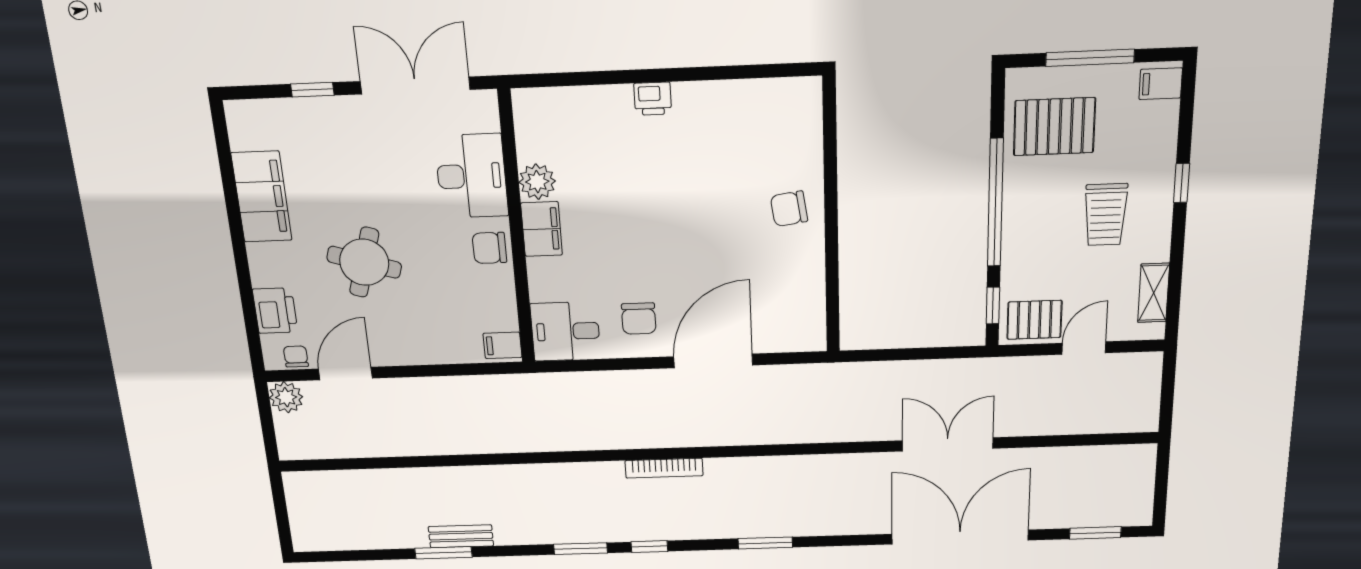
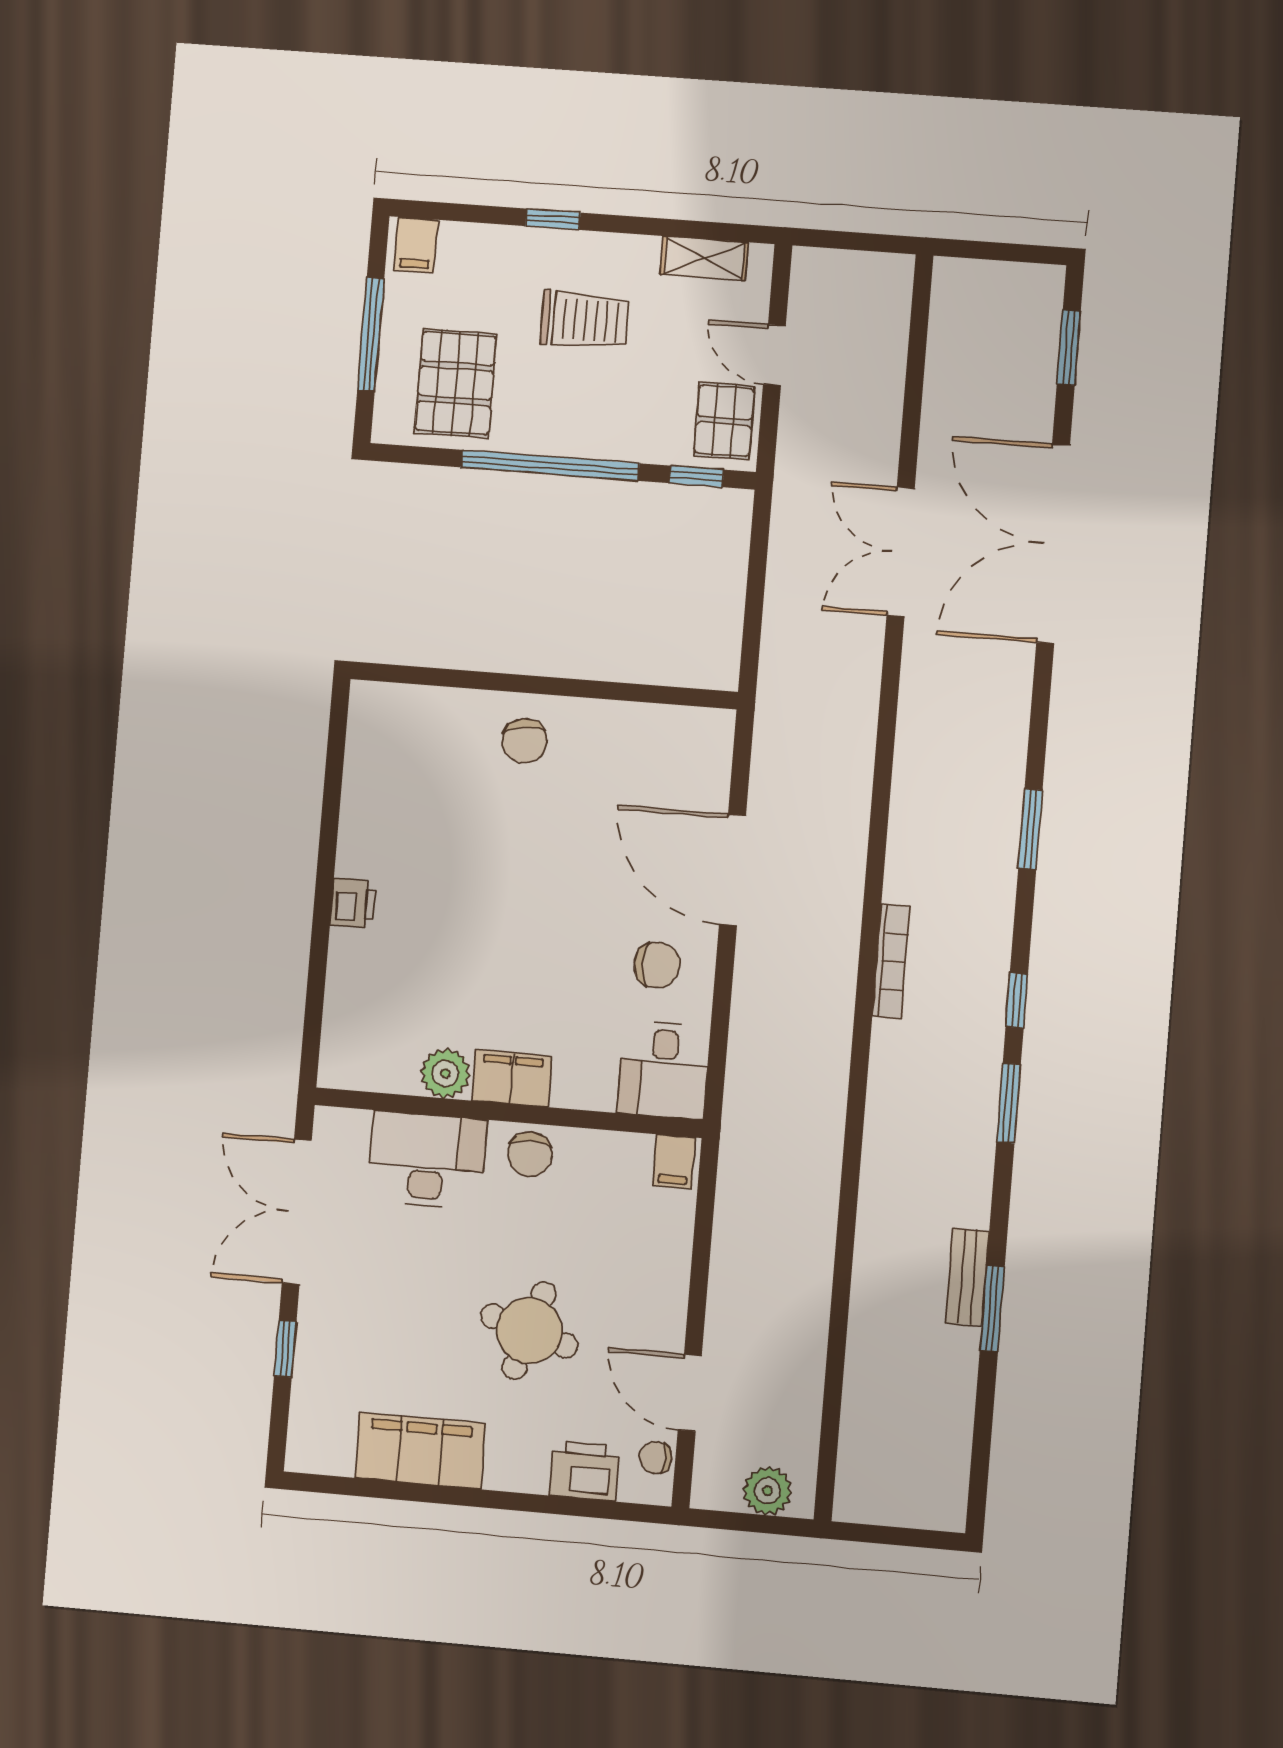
plant: (286, 397) -> (767, 1491), moved

